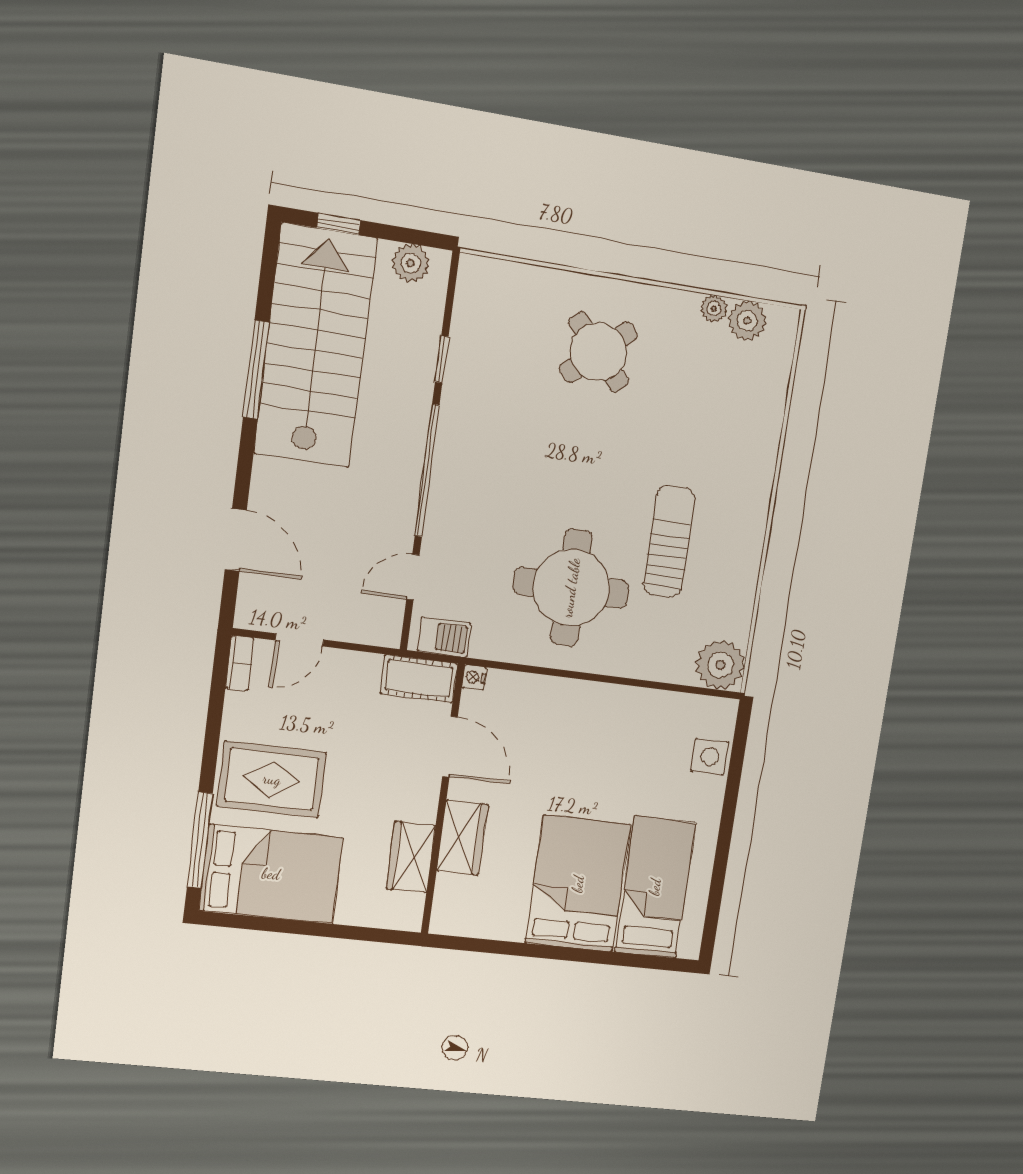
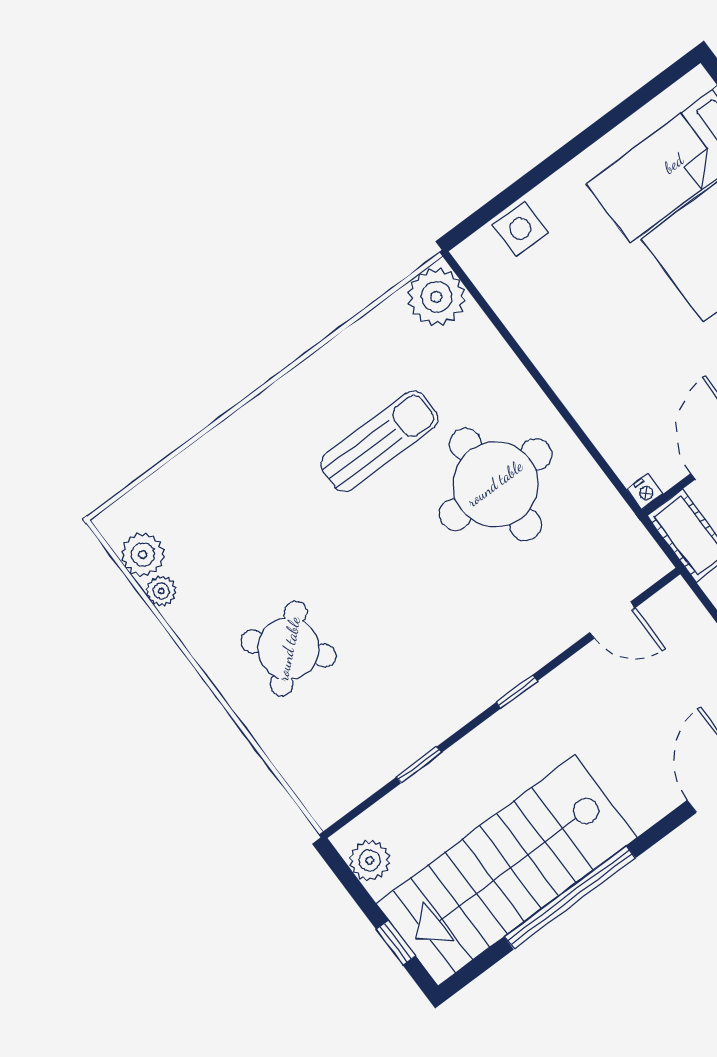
window: (256, 370) -> (570, 897), width x1.46
window: (427, 471) -> (517, 692), width x0.32
sun lounger: (669, 541) -> (379, 441), turned 180
barbecue: (444, 637) -> (636, 548), removed

